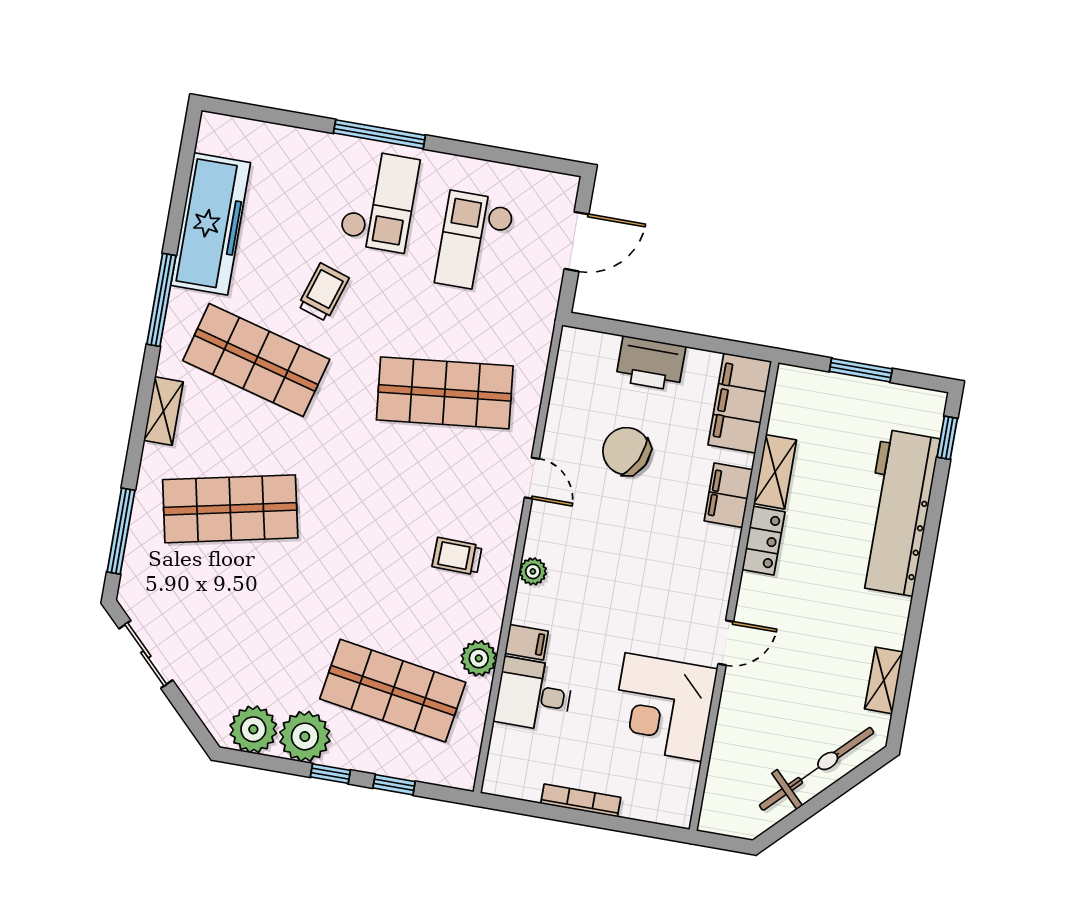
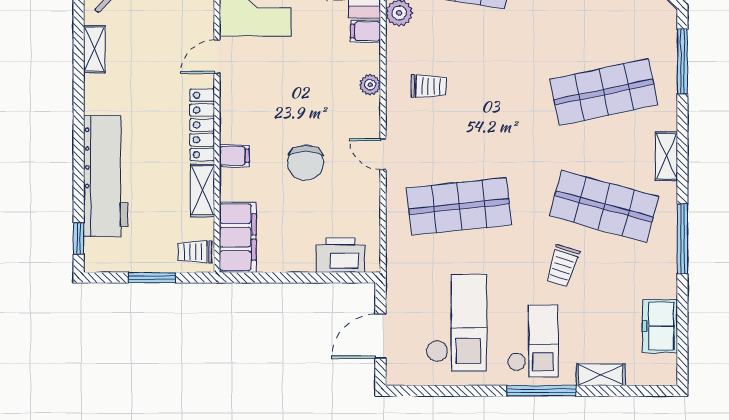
shelving: (299, 141) -> (601, 375), added
checkout: (379, 201) -> (533, 341), turned 180
freezer: (211, 224) -> (660, 326), width x0.52, depth x0.79
checkout: (475, 242) -> (456, 323), width x1.36, depth x1.21
printer: (651, 363) -> (340, 255), moved
trolley: (799, 394) -> (195, 252), added
chair: (626, 451) -> (306, 163), moved, turned 65
filing cabinet: (728, 495) -> (234, 156), width x0.50
locker: (764, 541) -> (202, 125), width x1.53

